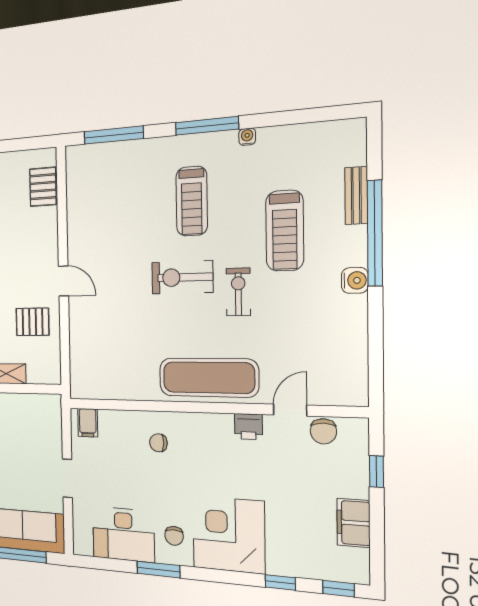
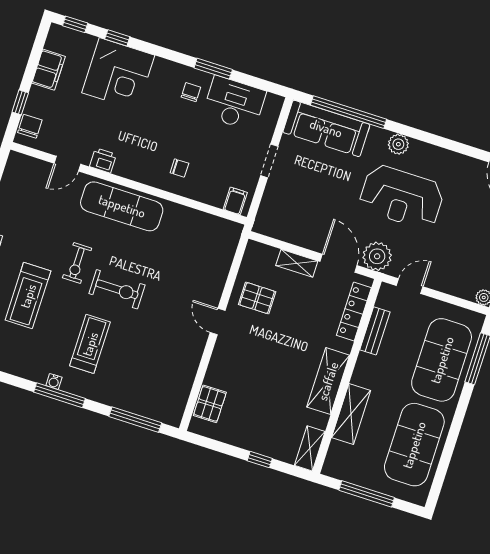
water cooler: (247, 137) -> (54, 381), moved
treadmill: (285, 231) -> (28, 296), turned 180
chair: (323, 431) -> (30, 126), moved
corner desk: (229, 535) -> (118, 74), moved

